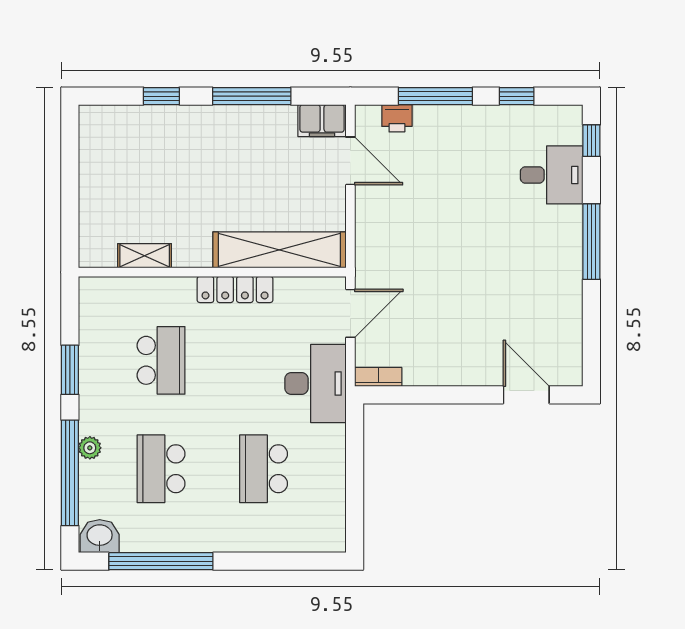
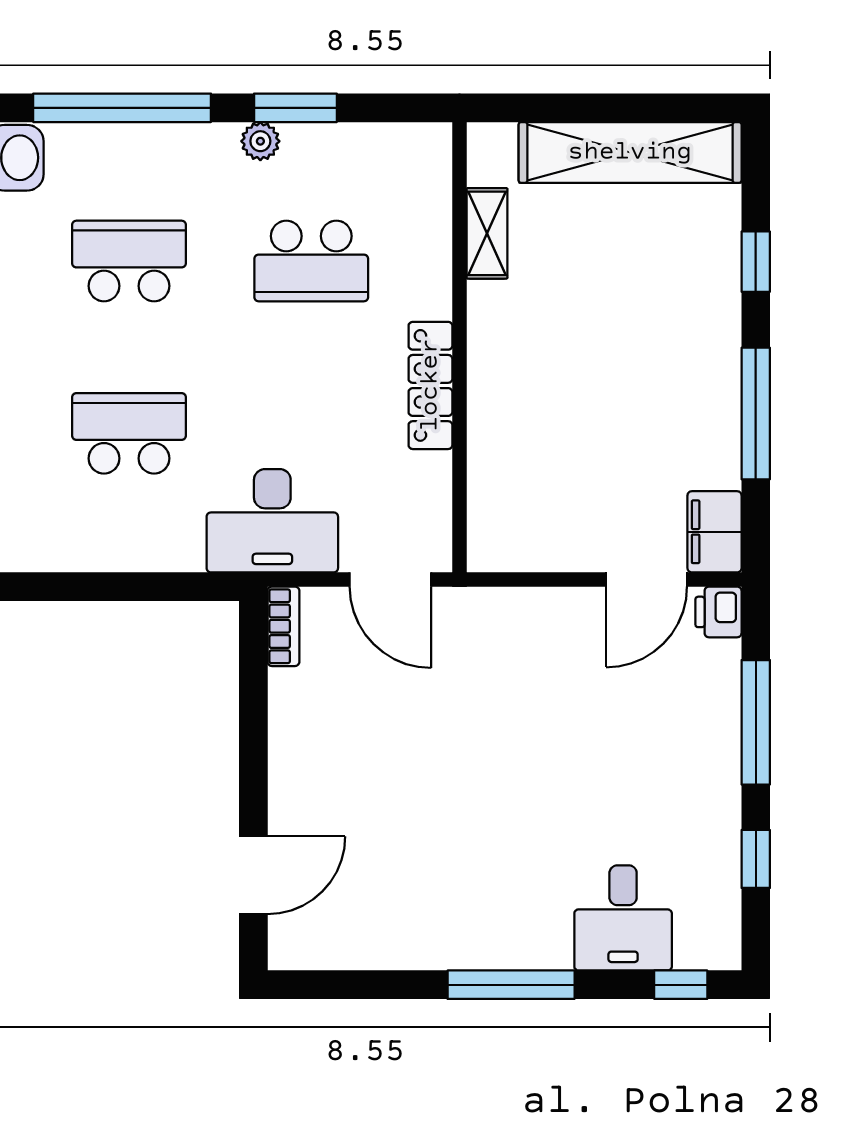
printer: (397, 118) -> (718, 612), moved
shelving: (279, 250) -> (630, 152), moved, turned 90
plant: (90, 448) -> (260, 141), moved

